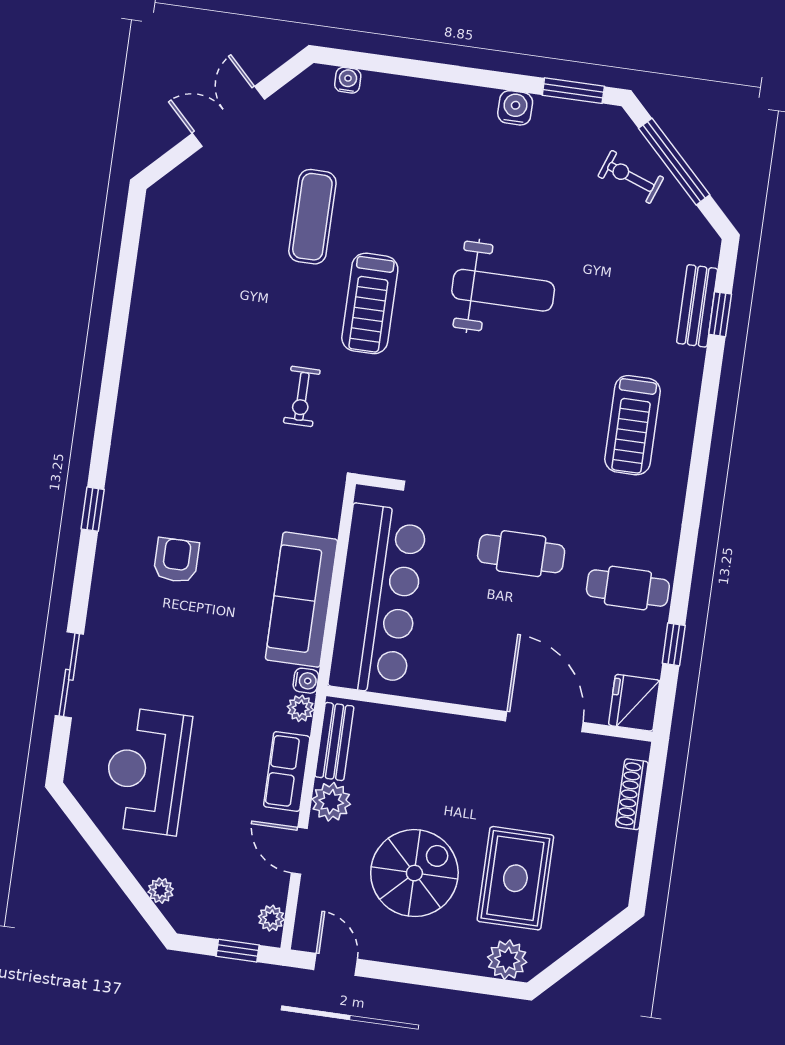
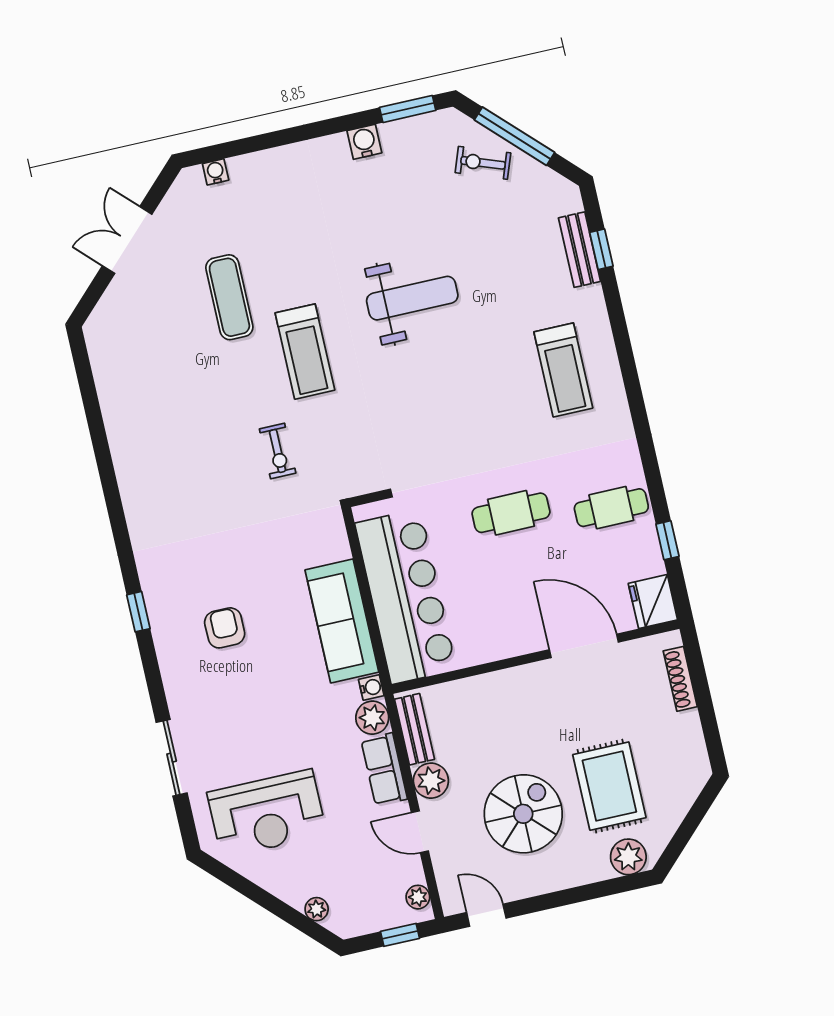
plant: (301, 708) -> (372, 718), width x1.38, depth x1.38
reception desk: (147, 771) -> (267, 814), turned -90

